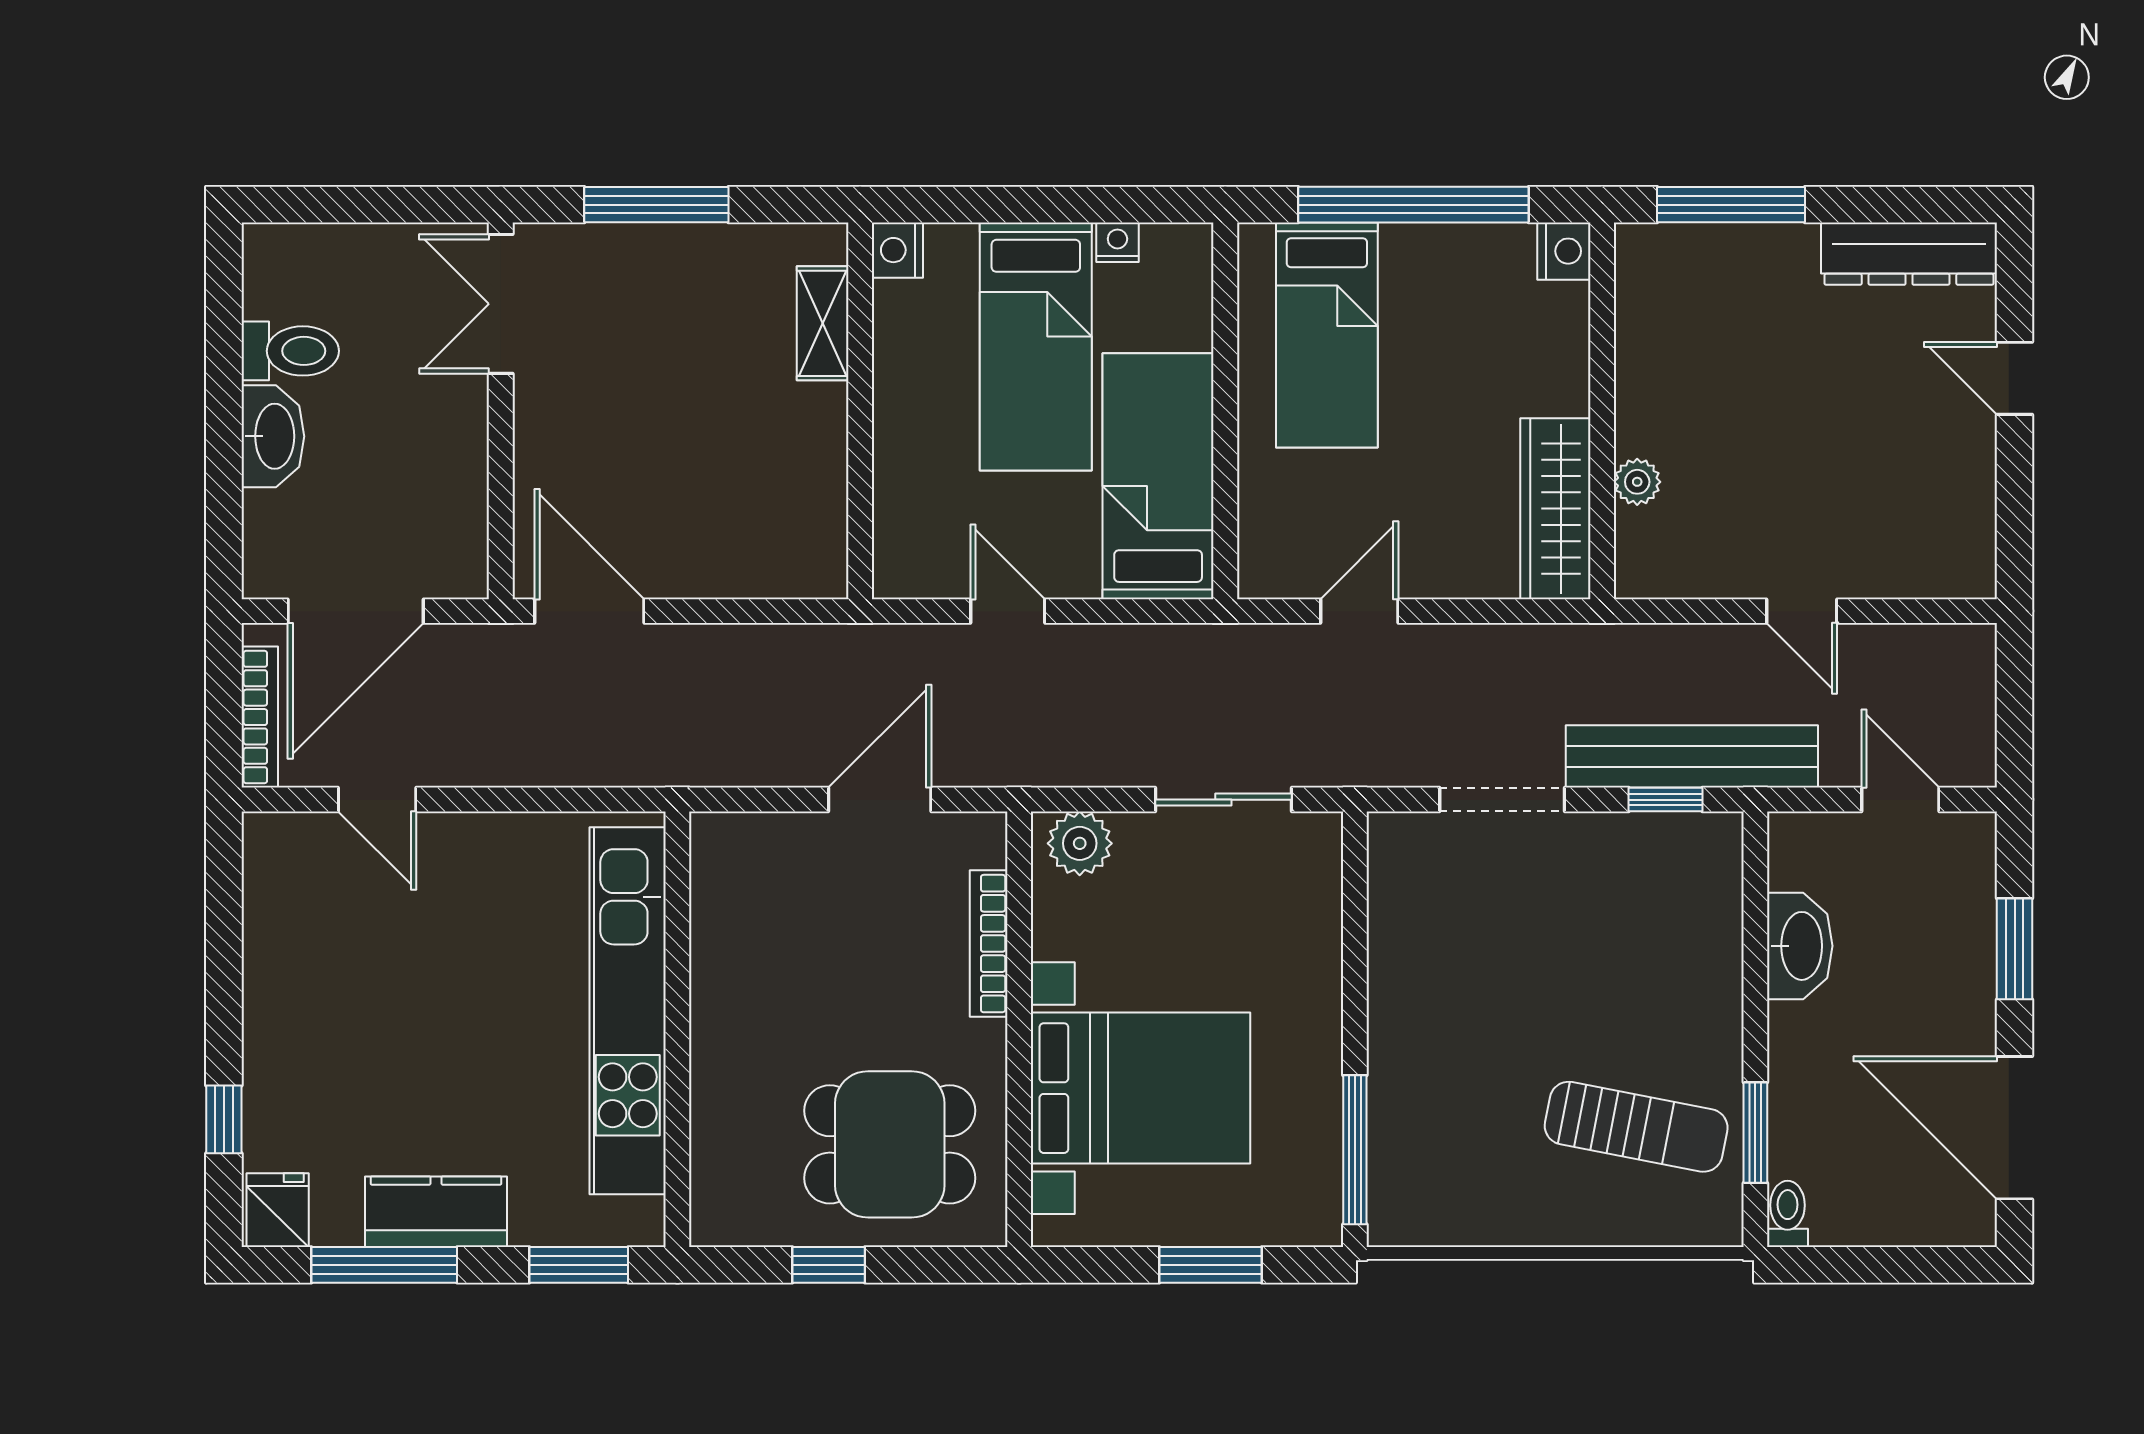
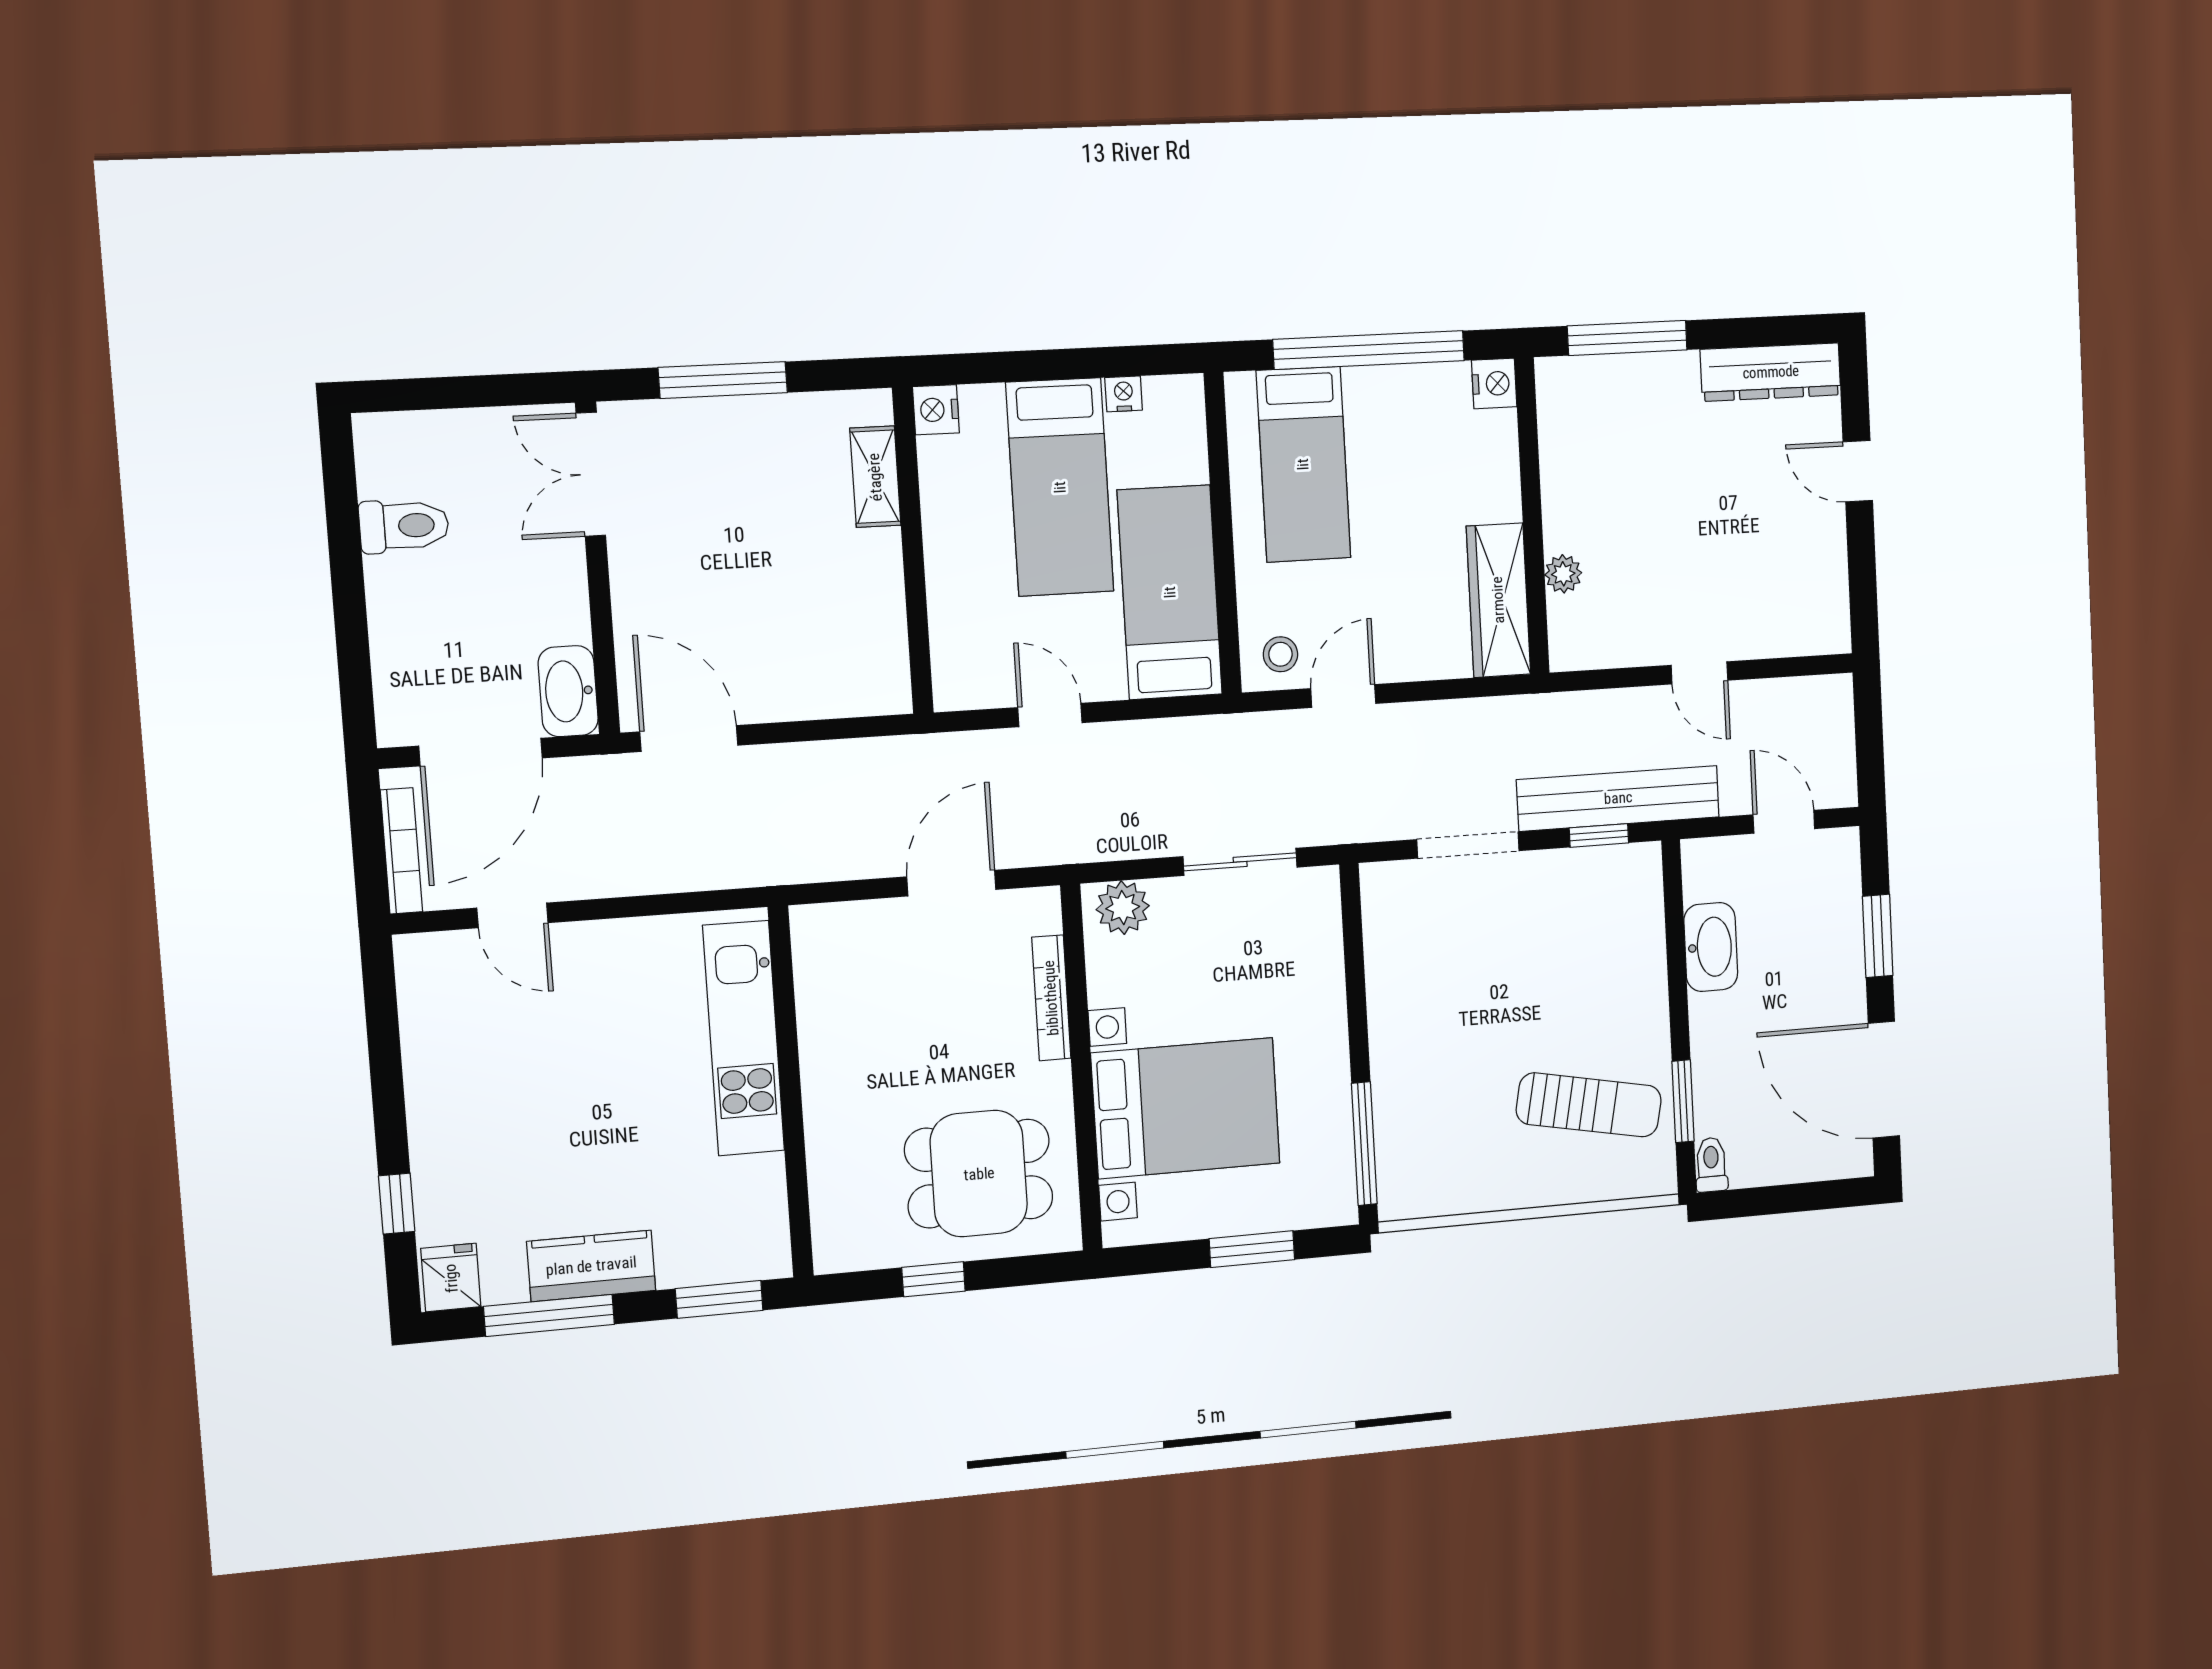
washbasin: (273, 436) -> (568, 691), moved, turned 180
stool: (1286, 557) -> (1280, 654), added
kitchen unit: (628, 1011) -> (744, 1038), width x0.73

